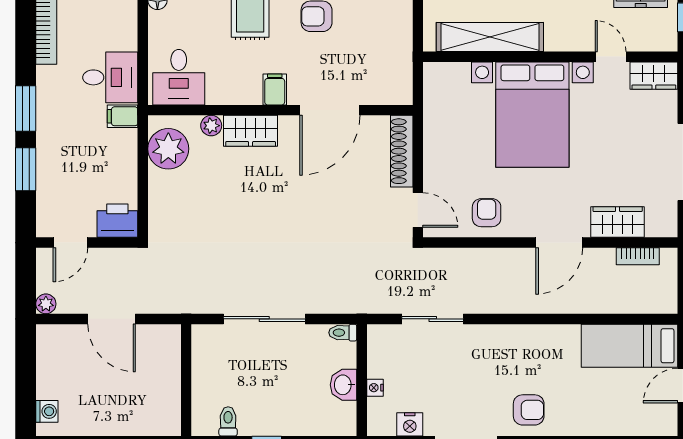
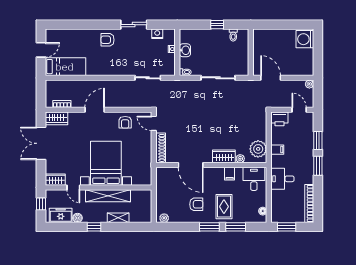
shelving: (490, 37) -> (108, 196), moved
filing cabinet: (275, 89) -> (230, 174), moved
door: (330, 110) -> (191, 165), swing flipped
filing cabinet: (123, 116) -> (277, 150), moved
wardrobe: (618, 222) -> (56, 118), moved
door: (70, 243) -> (299, 110), hinge flipped
door: (111, 319) -> (271, 78), moved
washing machine: (47, 411) -> (305, 39), width x1.89, depth x1.89

